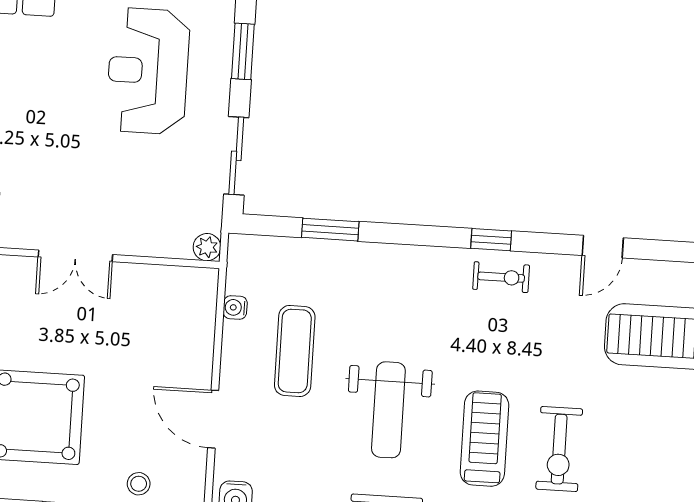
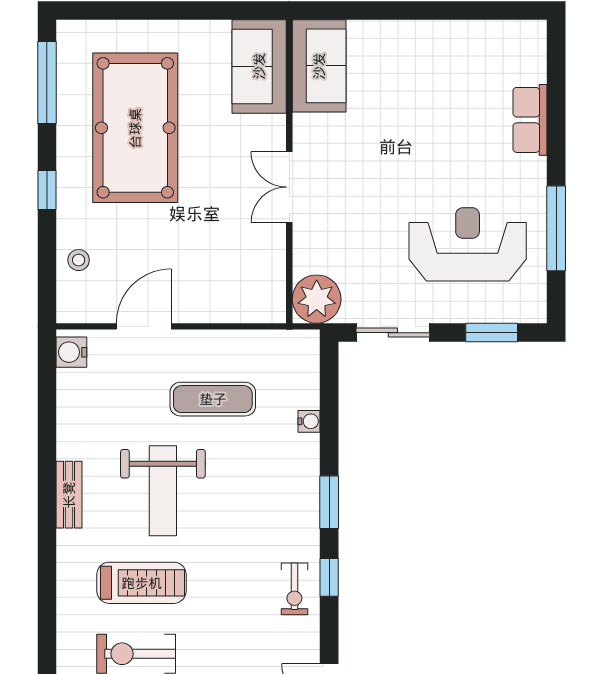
window: (330, 230) -> (329, 502), moved
plant: (207, 247) -> (317, 299), width x1.88, depth x1.88
water cooler: (235, 307) -> (309, 421), moved, turned 90
weight bench: (388, 410) -> (163, 491), turned -90

